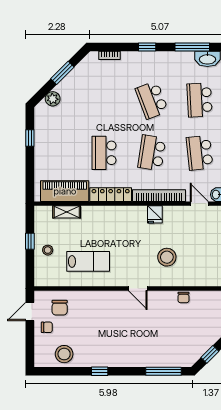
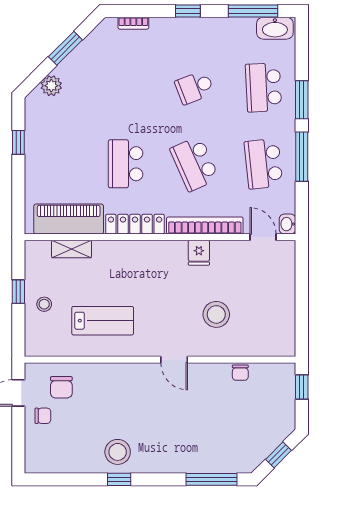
school desk: (152, 100) -> (195, 87), width x0.54
school desk: (152, 153) -> (195, 164), turned -33
stool: (64, 354) -> (118, 452), moved

